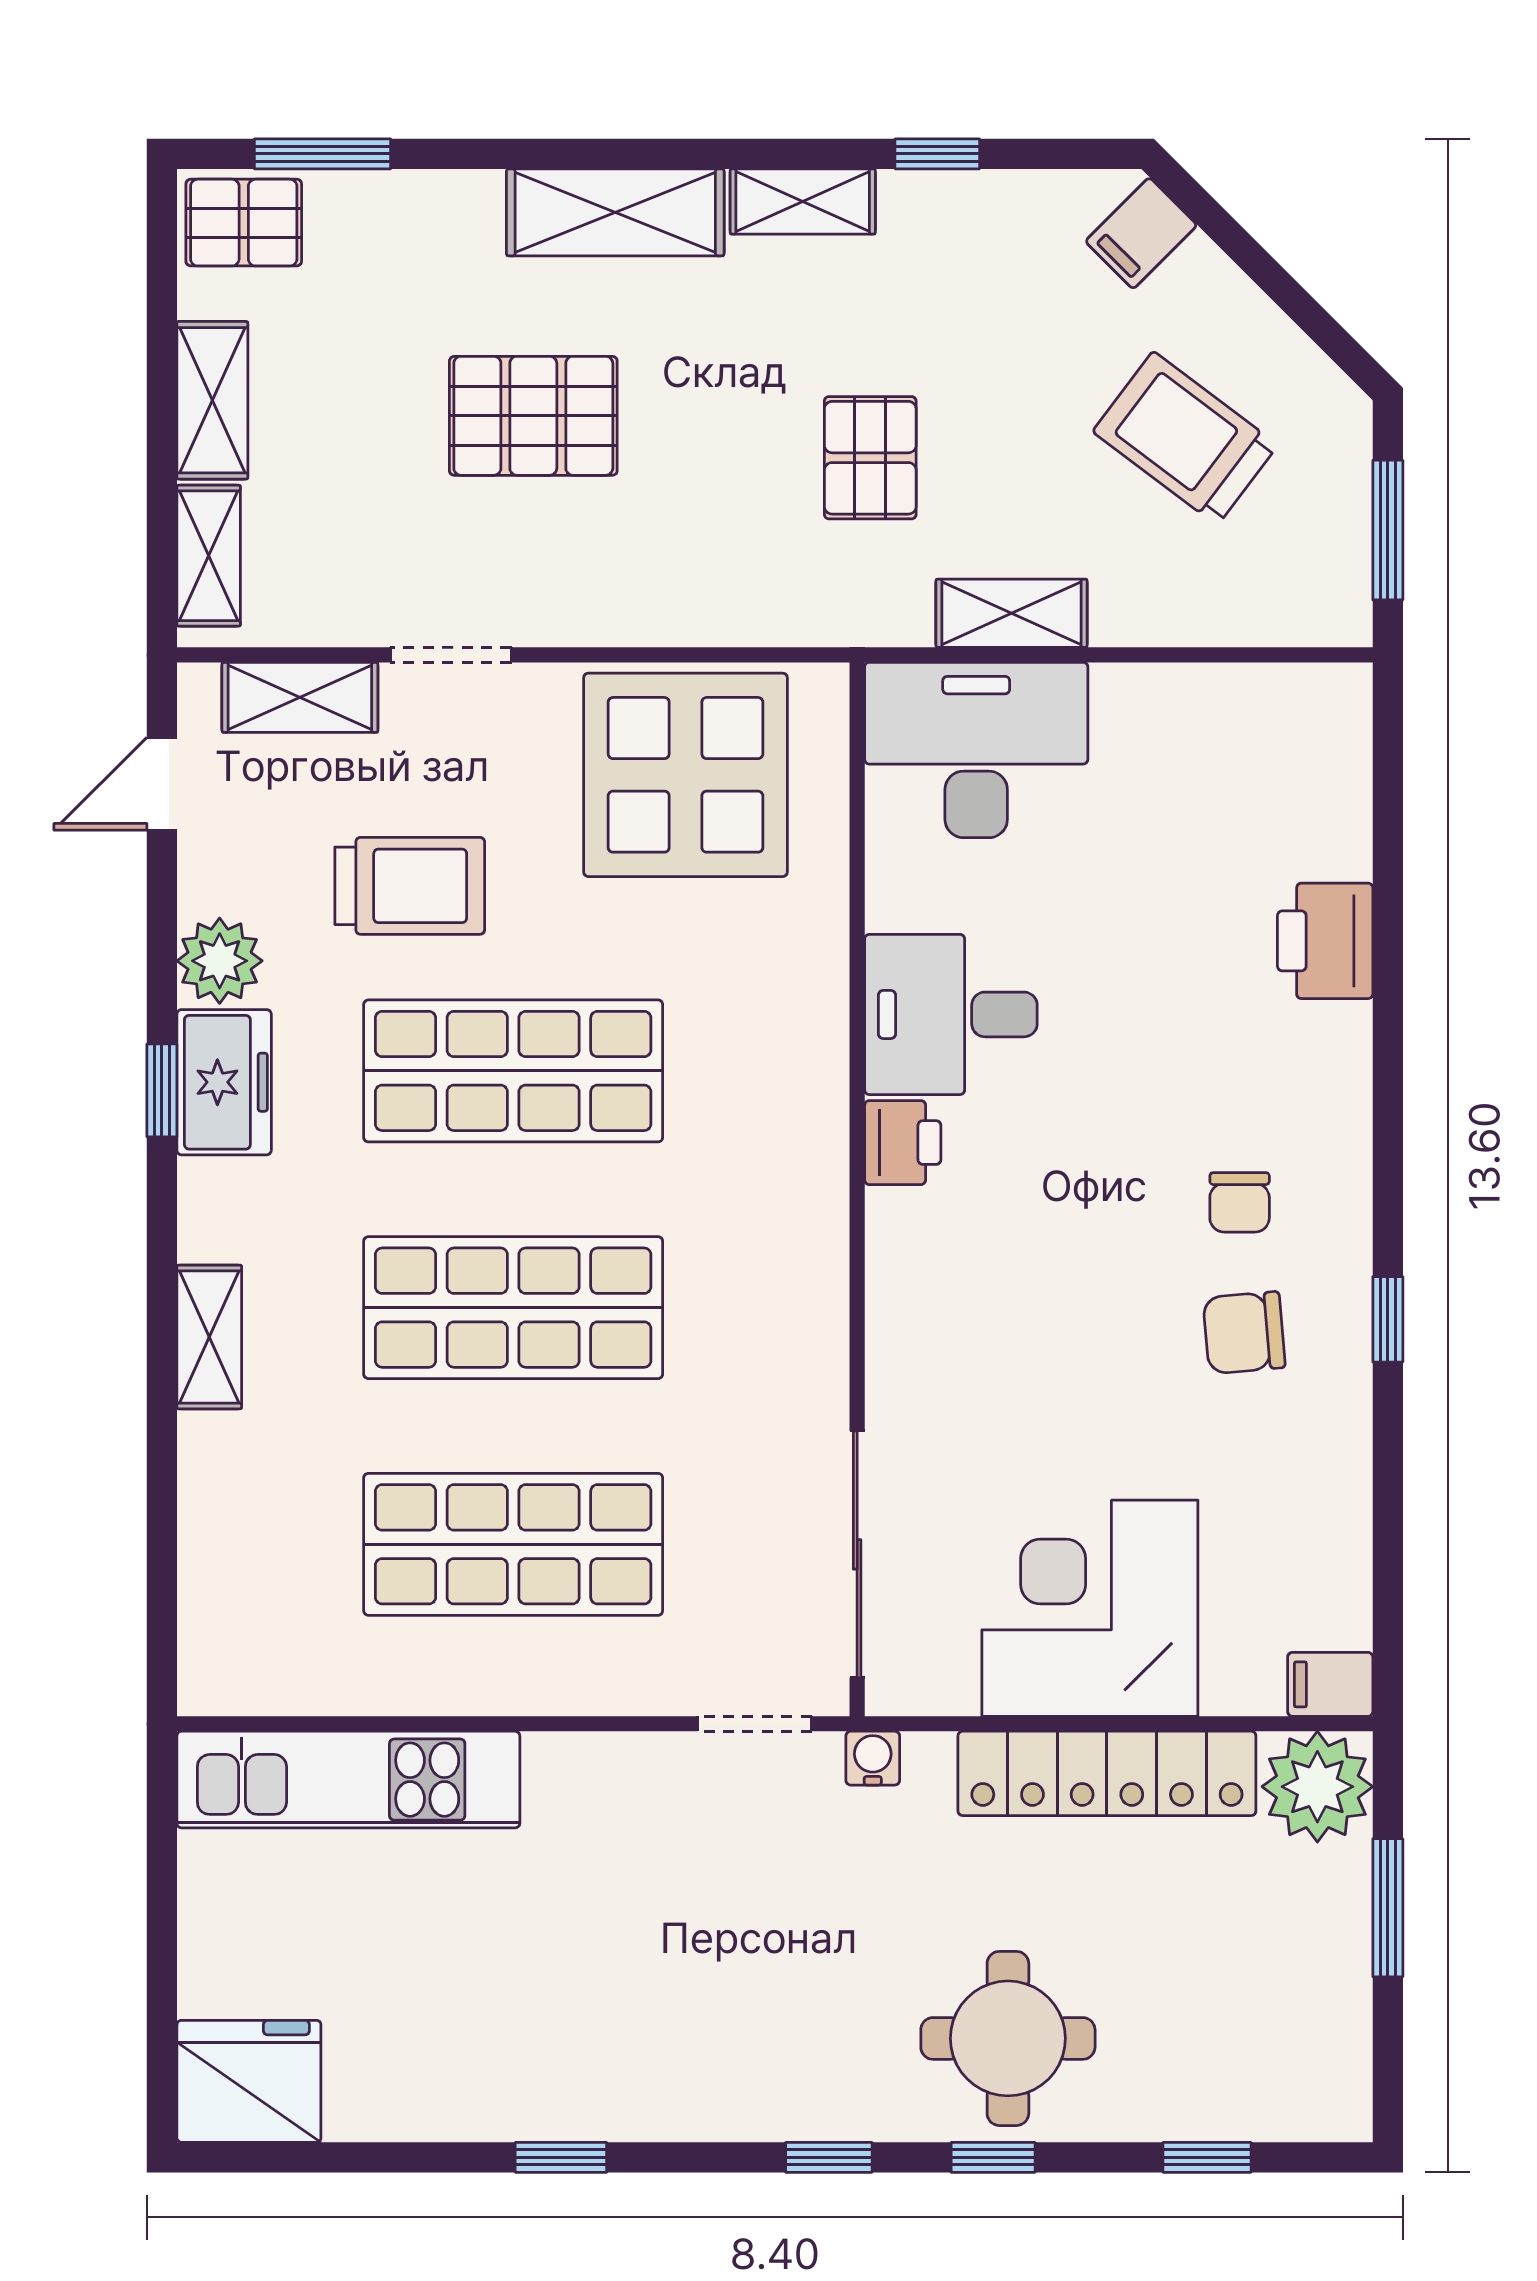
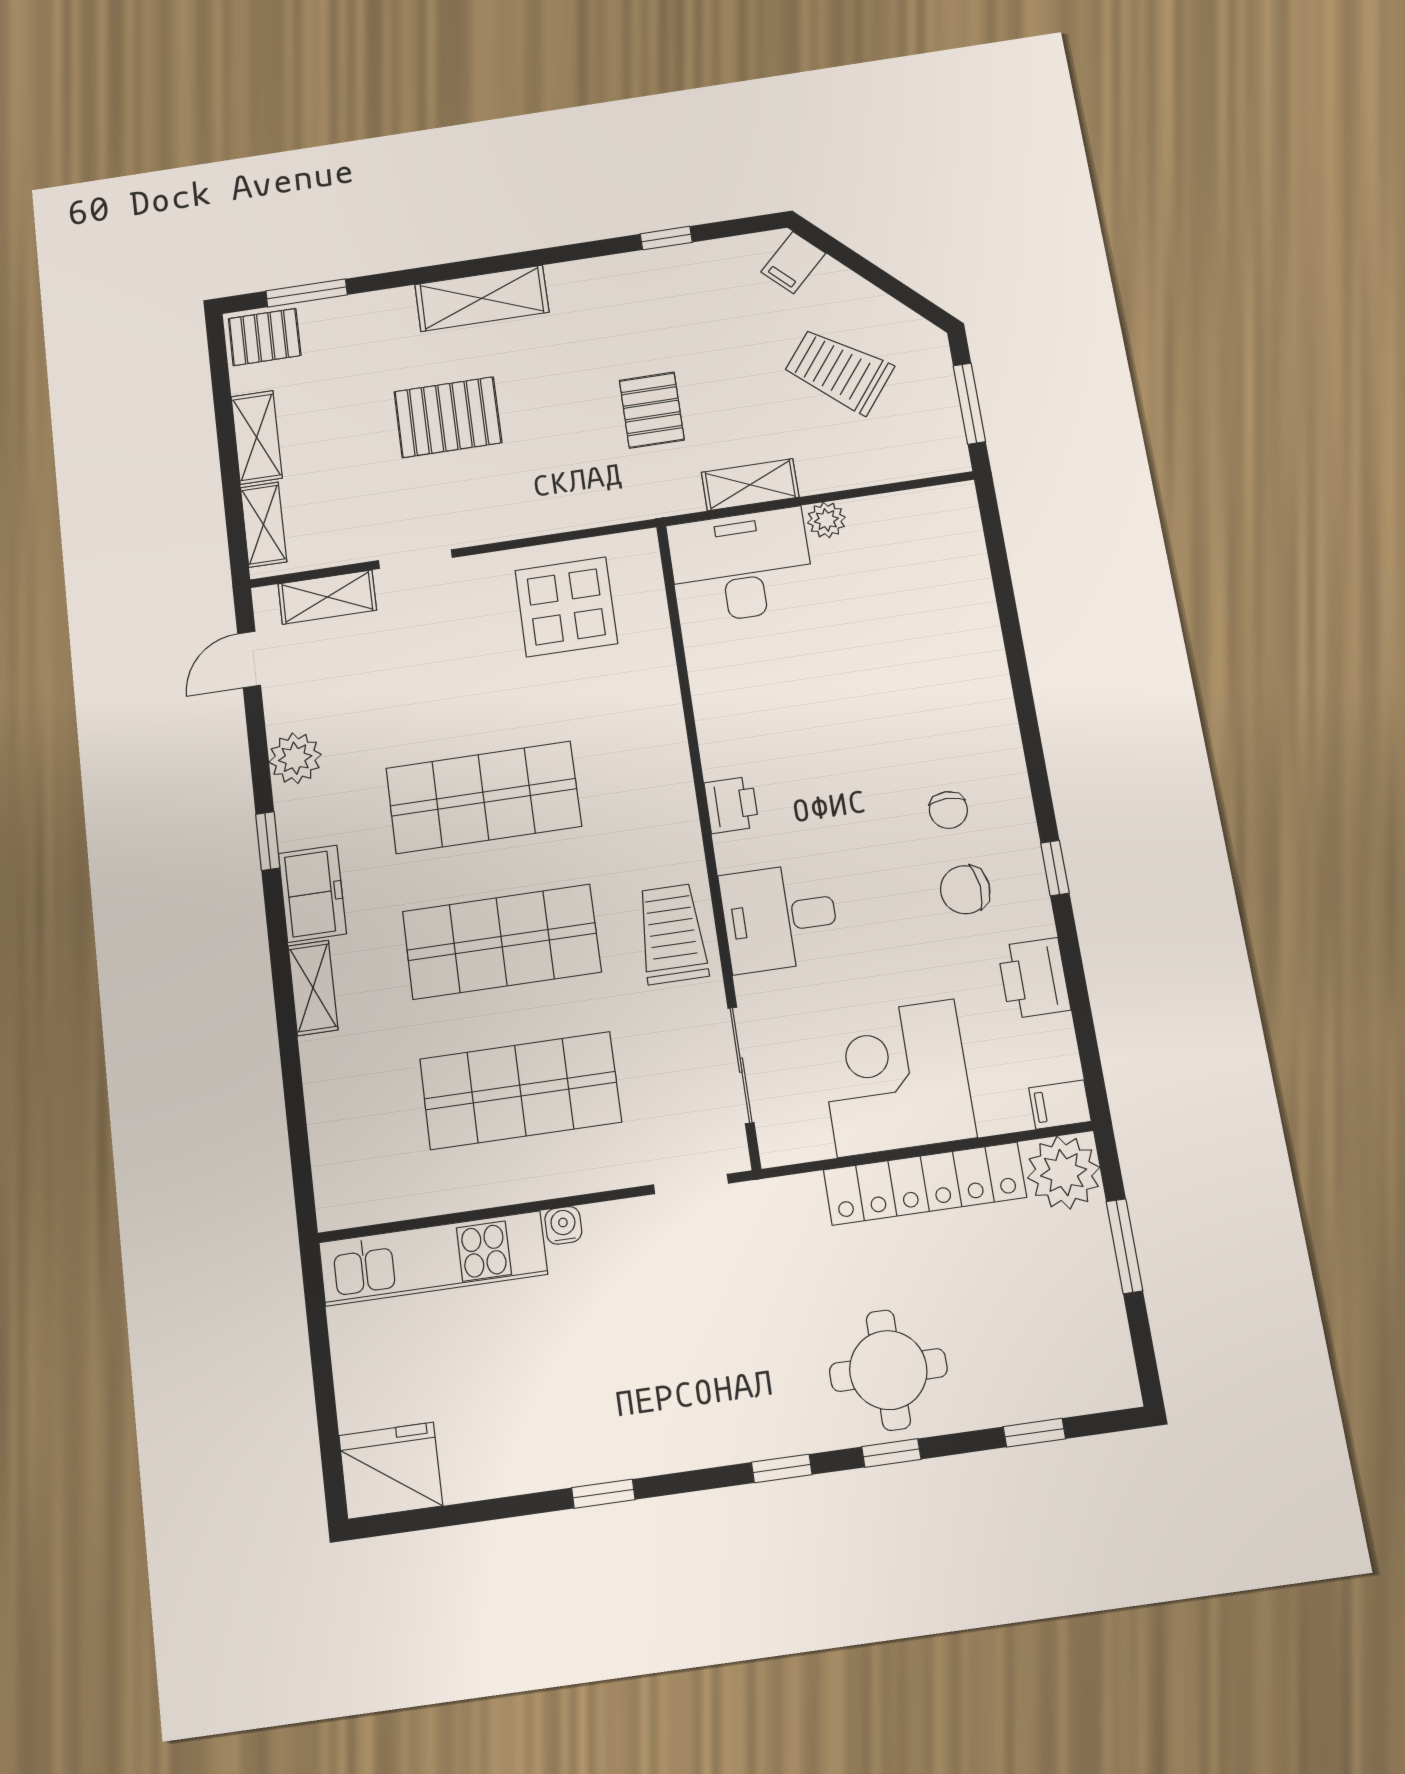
shelving: (803, 202) -> (591, 276), removed
plant: (1125, 693) -> (826, 520), added
display table: (685, 775) -> (566, 607), width x0.73, depth x0.73
trolley: (410, 886) -> (672, 934), moved, turned -90
printer: (1325, 941) -> (1034, 978), moved
desk: (951, 1014) -> (780, 917), moved
freezer: (224, 1082) -> (312, 894), moved
sliding door: (857, 1554) -> (741, 1065), width x0.73
water cooler: (873, 1758) -> (563, 1225), moved

